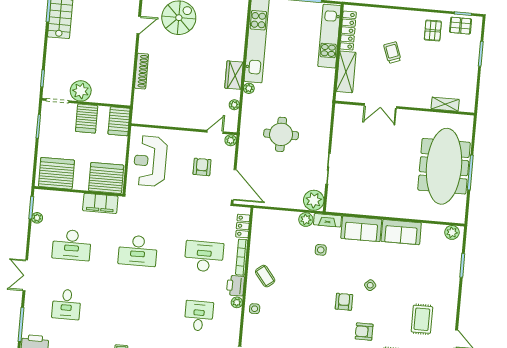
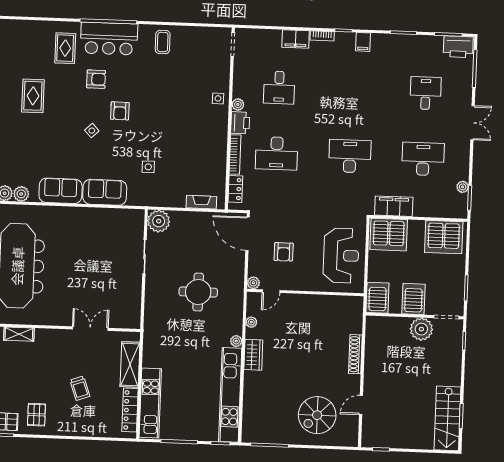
plant: (306, 220) -> (21, 194), moved
fireplace: (328, 220) -> (201, 202), moved
coffee table: (265, 276) -> (208, 135), removed

